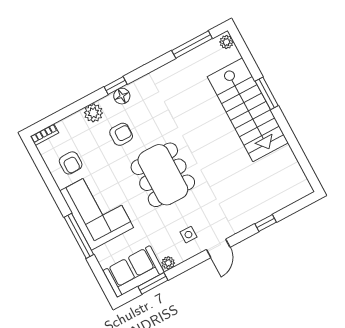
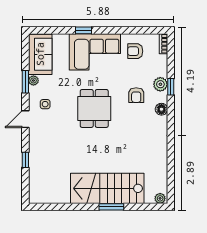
window: (192, 45) -> (171, 175), removed
window: (116, 85) -> (171, 87), moved
dining table: (163, 175) -> (94, 108), width x0.73
window: (79, 236) -> (83, 30), width x0.46
door: (218, 248) -> (25, 119), hinge flipped
window: (153, 283) -> (25, 82), moved

